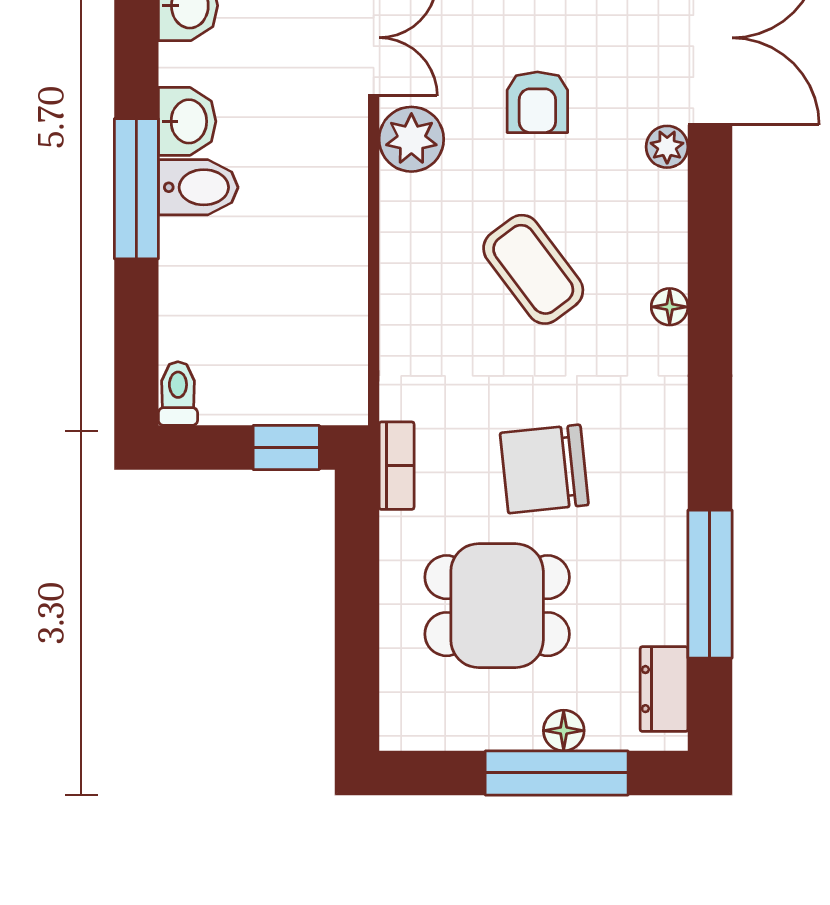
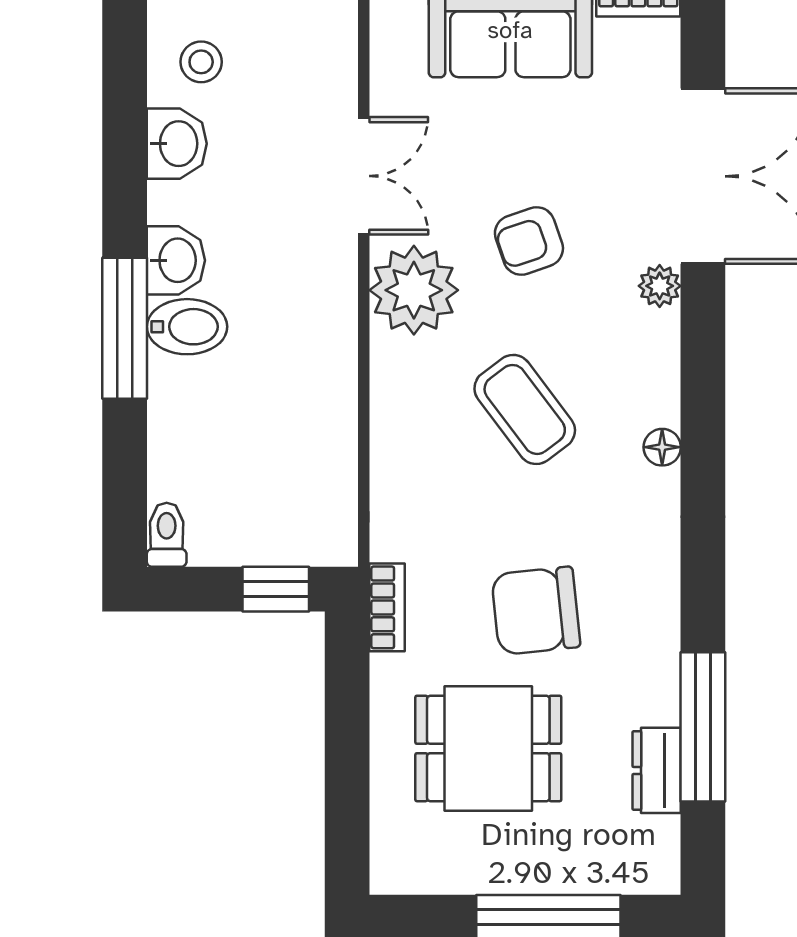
armchair: (537, 102) -> (529, 241), turned 71
plant: (411, 139) -> (414, 290), width x1.36, depth x1.36
dresser: (664, 689) -> (657, 770), moved
floor lamp: (564, 731) -> (555, 874), removed

